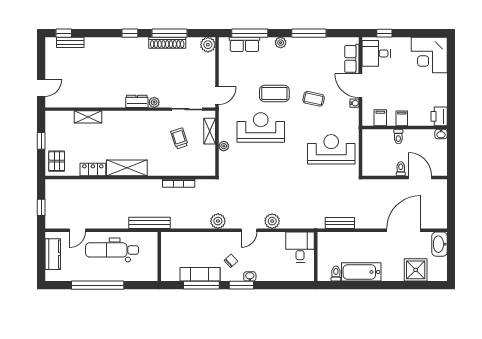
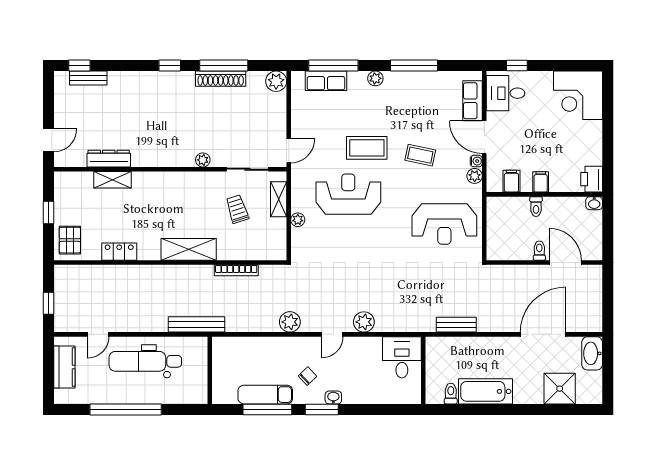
dresser: (137, 101) -> (109, 159), moved, width x1.44
plant: (353, 114) -> (475, 176), added
reception desk: (331, 149) -> (444, 224), turned 180
shelving: (127, 168) -> (189, 249), moved

